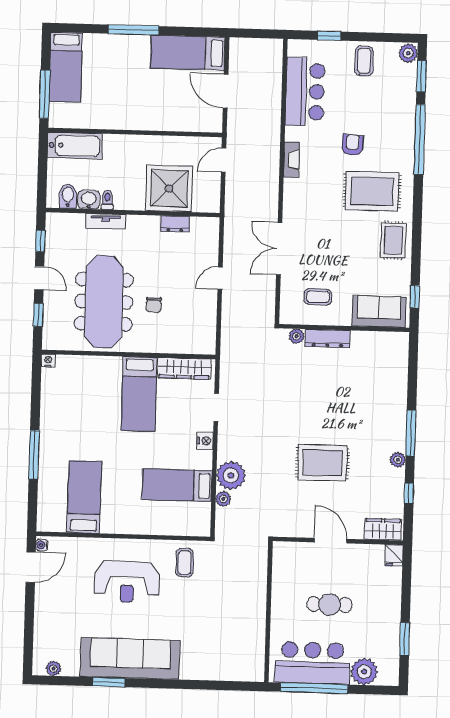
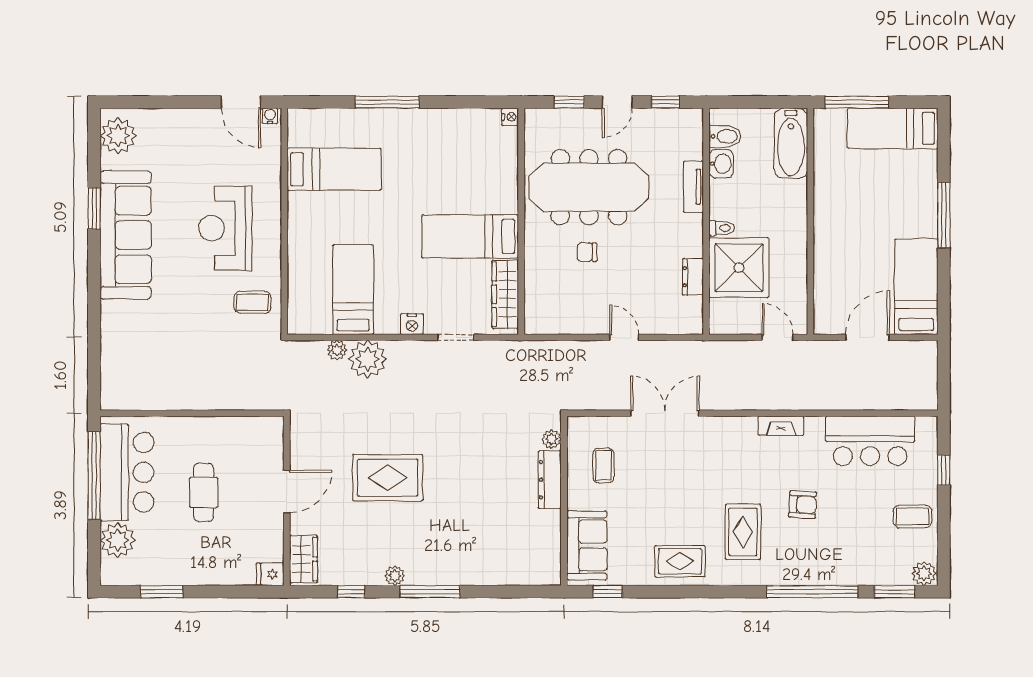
rug: (372, 191) -> (743, 532), width x0.73, depth x0.70
toilet: (107, 200) -> (722, 228), moved
rug: (322, 463) -> (388, 478), turned 90
plant: (54, 669) -> (118, 136), width x1.88, depth x1.88

